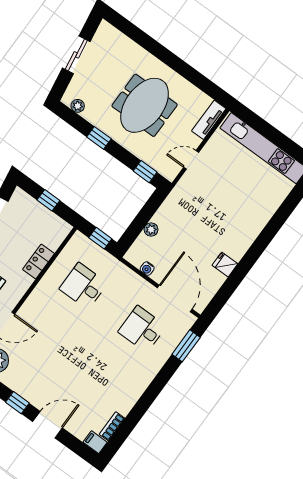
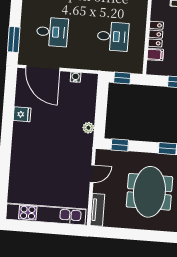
plant: (151, 229) -> (88, 128), moved
filing cabinet: (52, 241) -> (155, 54), added

